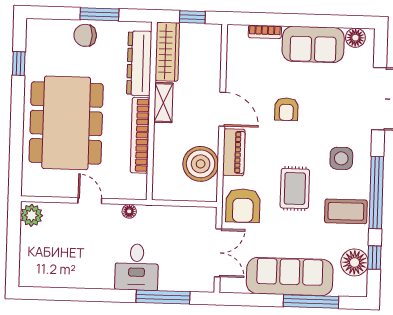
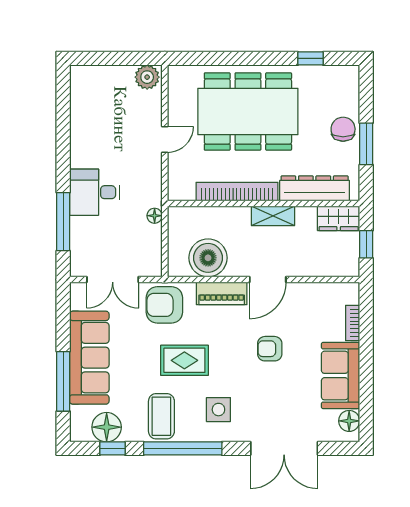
wardrobe: (167, 52) -> (339, 218), width x0.67
floor lamp: (129, 211) -> (155, 216), moved

